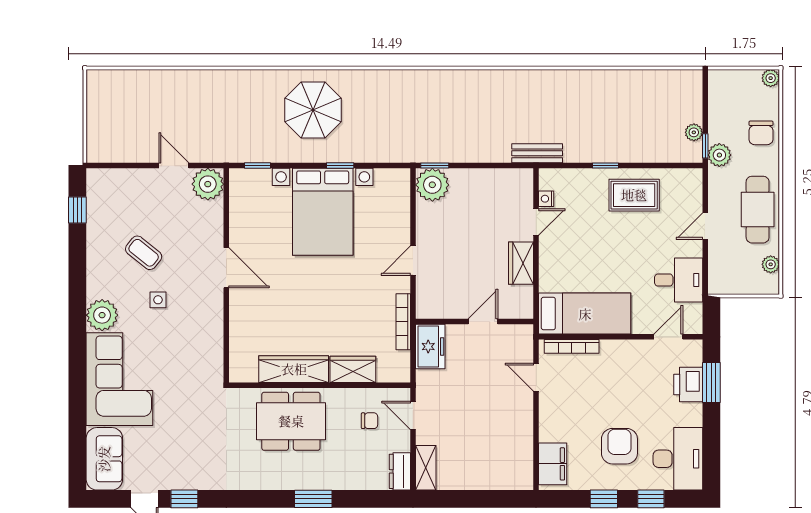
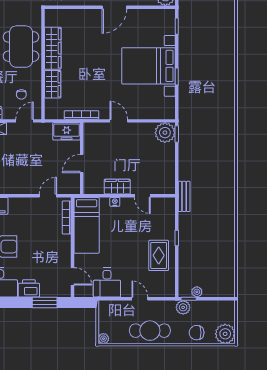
plant: (771, 78) -> (225, 334), width x1.87, depth x1.87
parasol: (313, 110) -> (210, 60), removed
nightstand: (546, 199) -> (115, 202), moved
plant: (771, 264) -> (103, 339), moved
door: (483, 321) -> (82, 163), swing flipped
printer: (688, 384) -> (29, 288), moved

